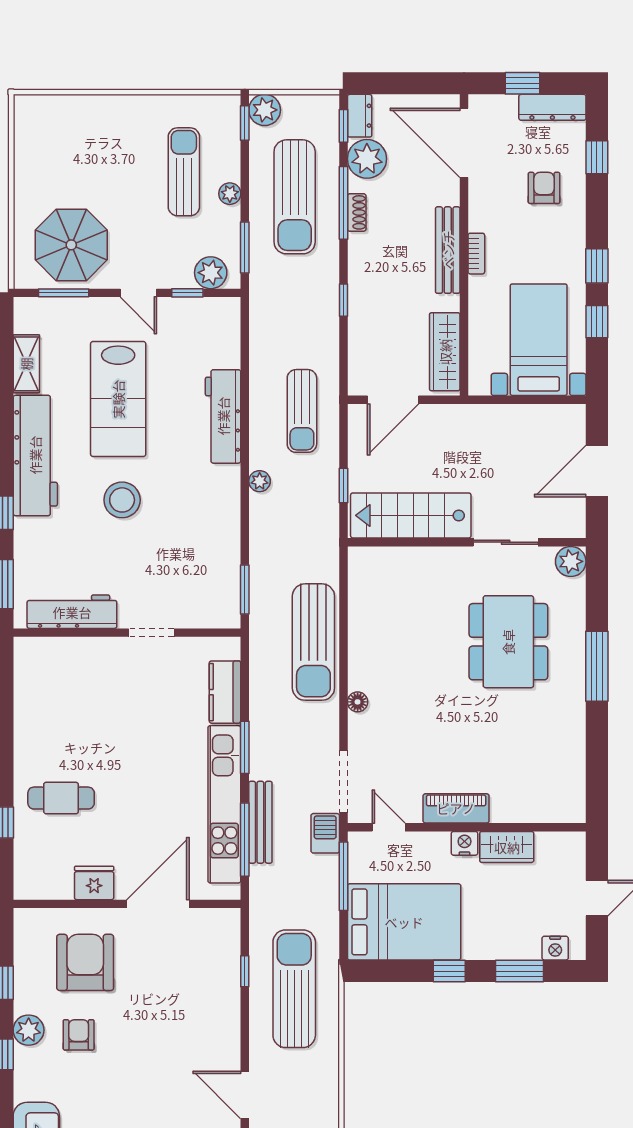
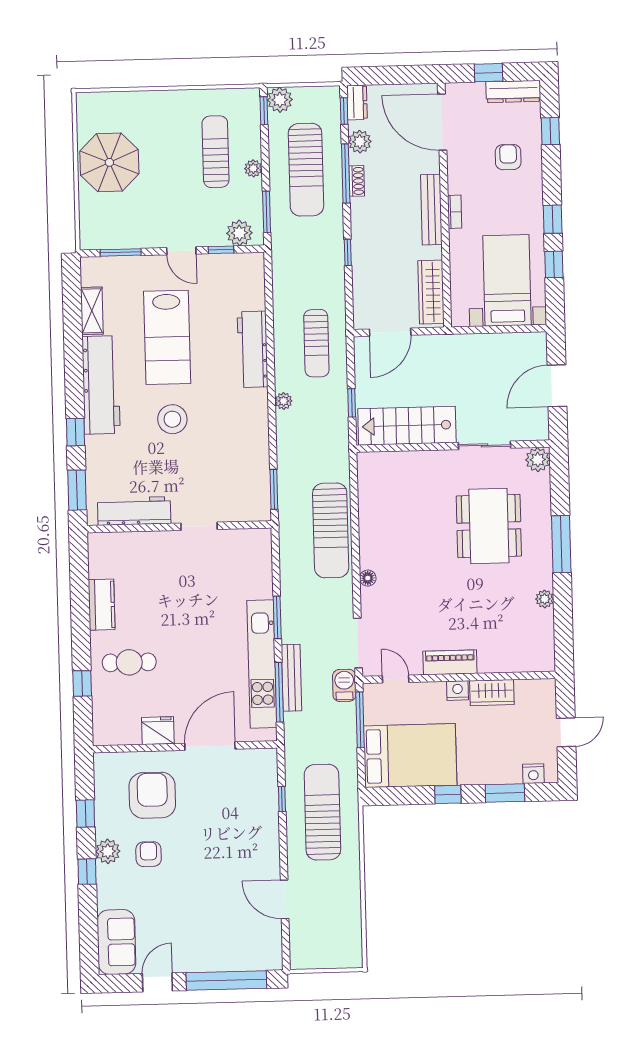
plant: (367, 159) -> (360, 142), width x0.73, depth x0.73
parasol: (71, 245) -> (109, 162), moved
kitchen counter: (225, 692) -> (102, 605), moved, turned 180
plant: (575, 733) -> (545, 599), added

